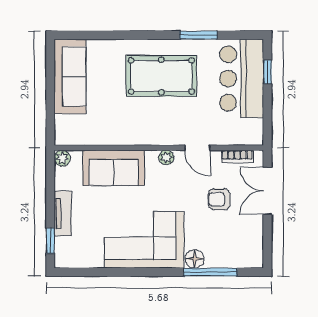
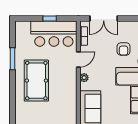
window: (267, 72) -> (50, 18), moved
bar counter: (242, 78) -> (54, 34), moved
armchair: (219, 199) -> (124, 49), moved

